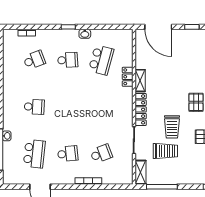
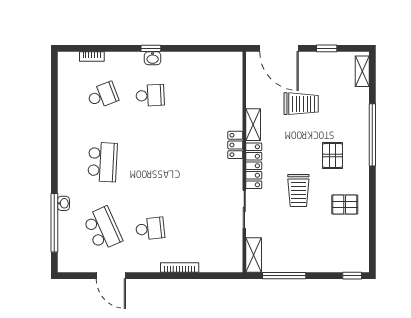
washbasin: (85, 34) -> (153, 58), moved
school desk: (101, 60) -> (198, 95), removed
locker: (128, 77) -> (235, 145), moved
school desk: (34, 107) -> (103, 162), width x1.85
trolley: (165, 151) -> (301, 104), moved
school desk: (34, 154) -> (103, 229), turned -30
school desk: (101, 154) -> (198, 229), removed

